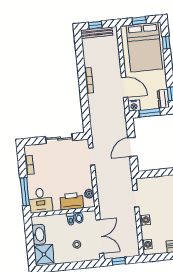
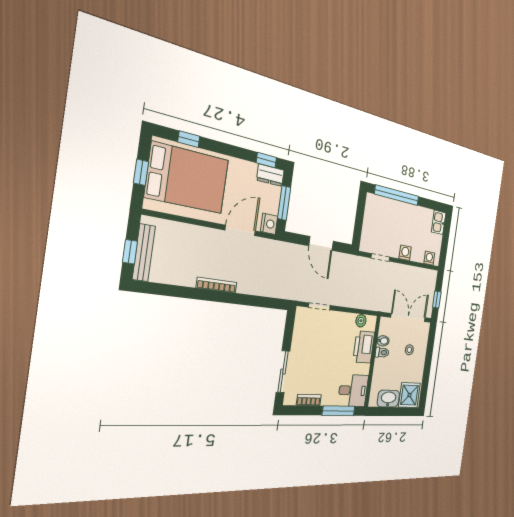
sliding door: (59, 139) -> (283, 372), moved

